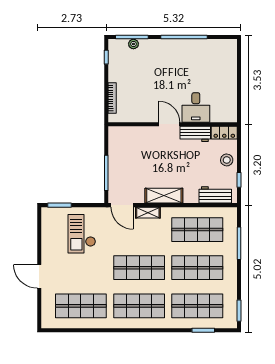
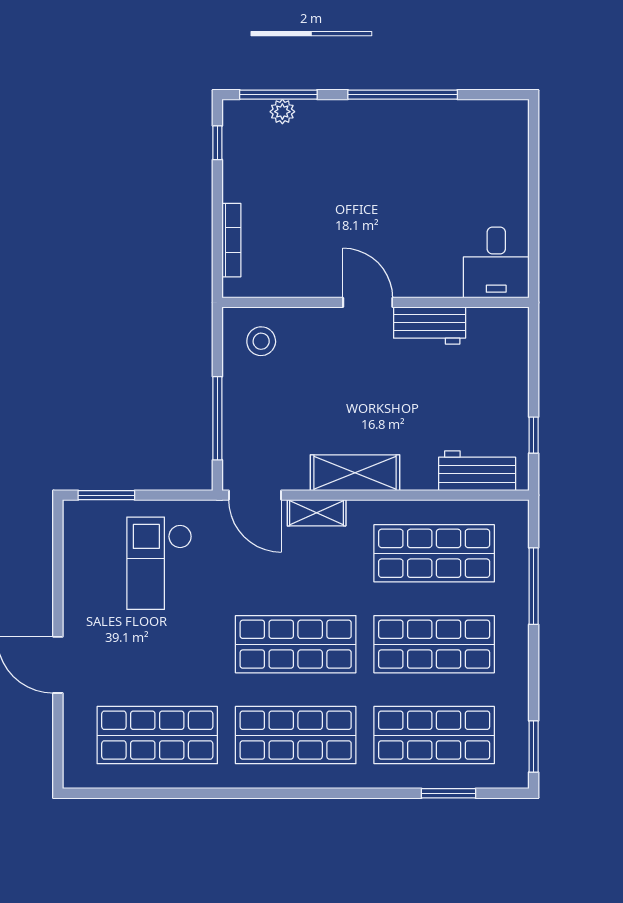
desk: (196, 107) -> (496, 262), moved
locker: (224, 133) -> (499, 322), removed
stool: (227, 160) -> (261, 341), moved

